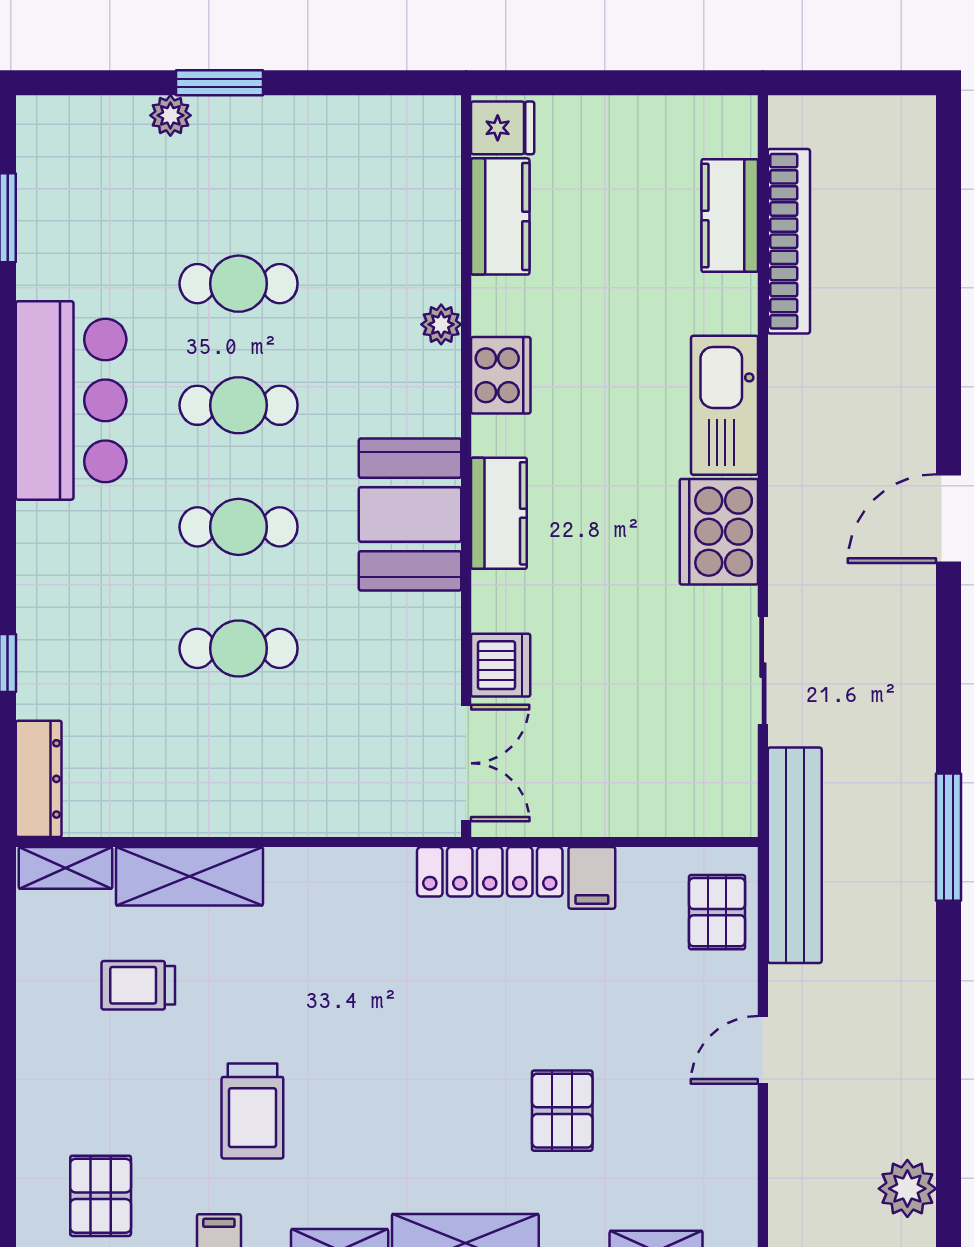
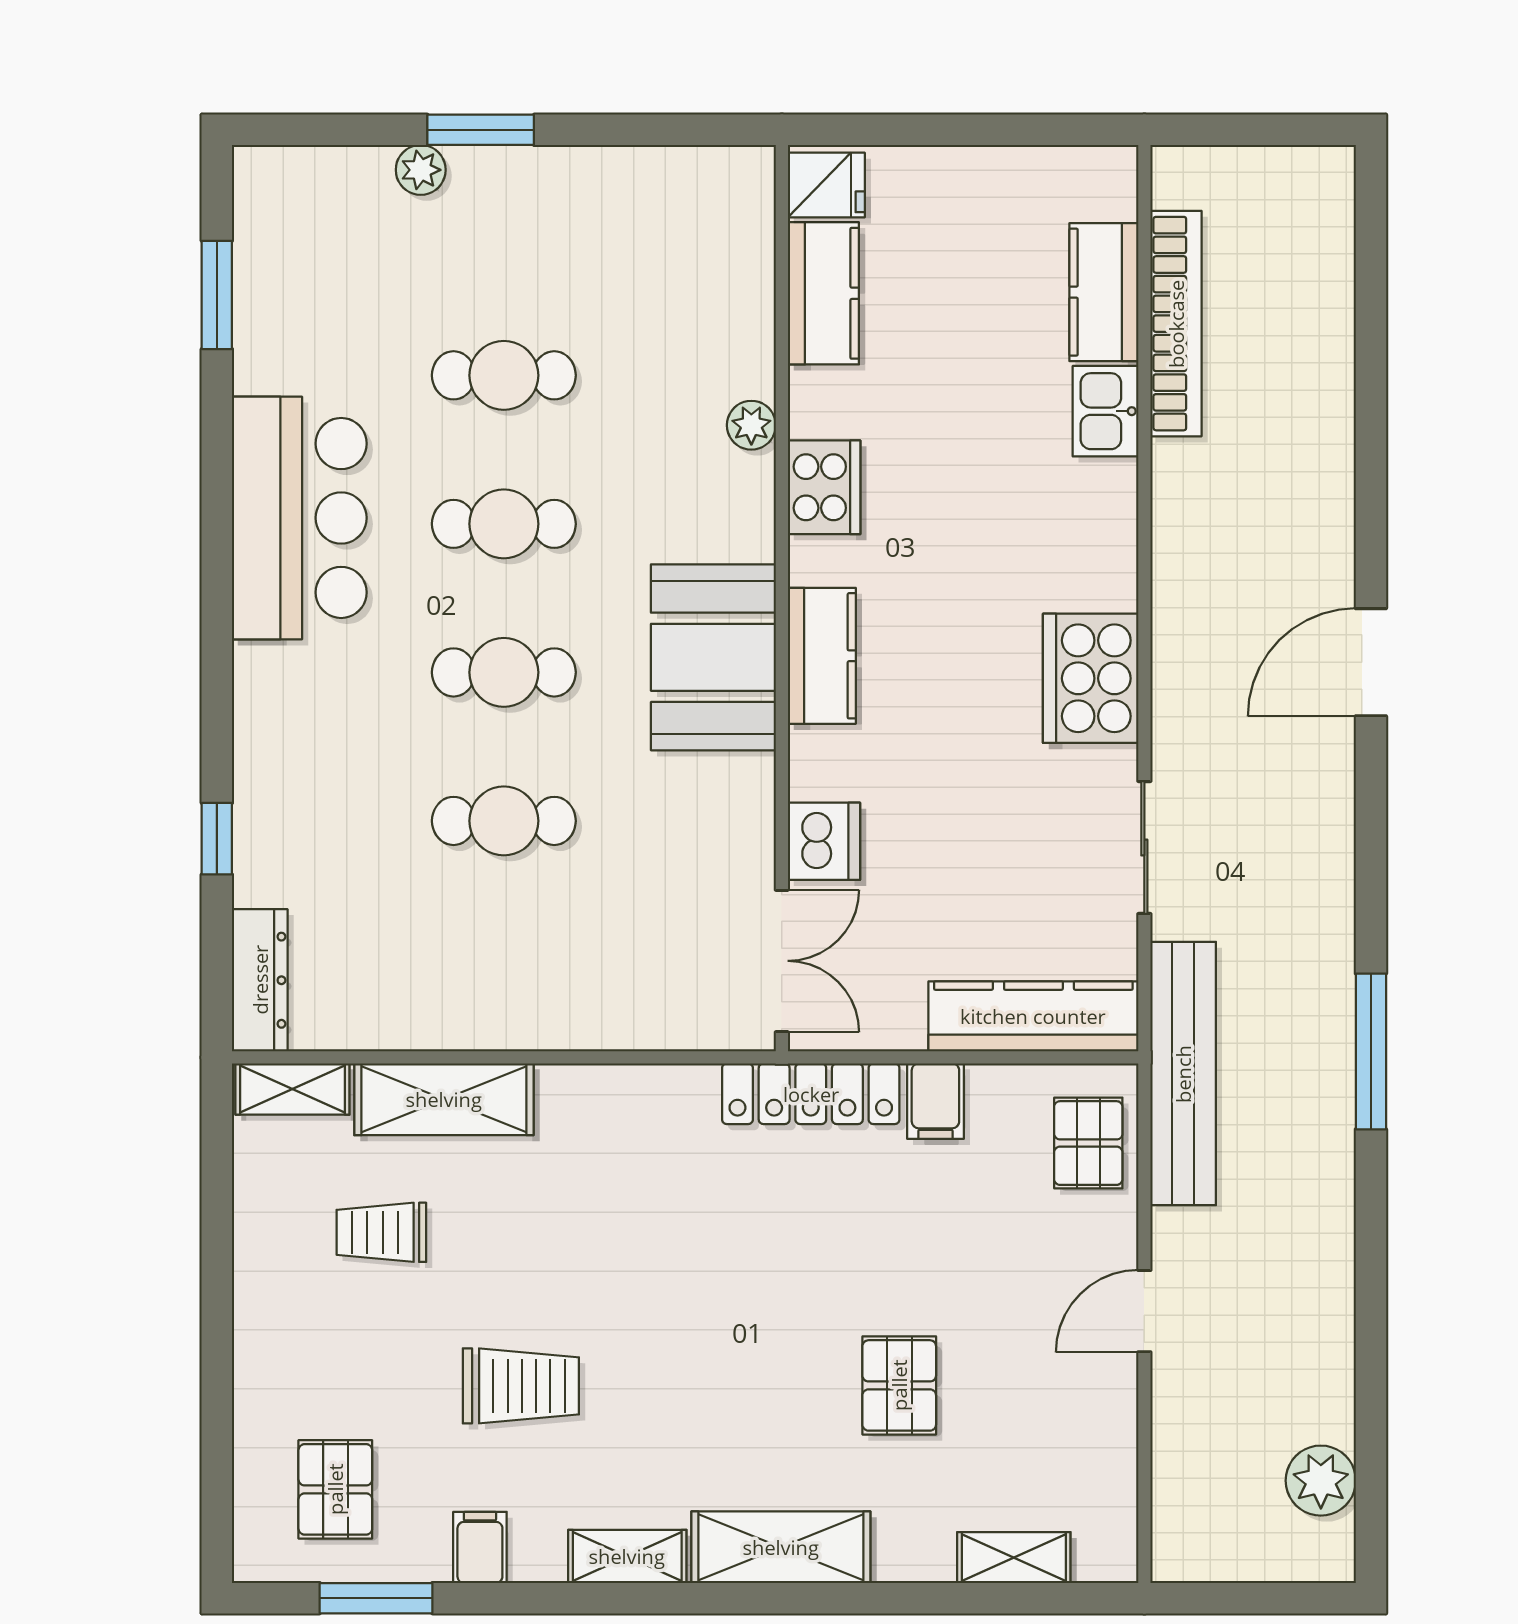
kitchen sink: (725, 405) -> (1105, 411), moved, width x0.53, depth x0.81
kitchen counter: (672, 808) -> (1033, 1016), added
trolley: (252, 1111) -> (521, 1386), turned -90

